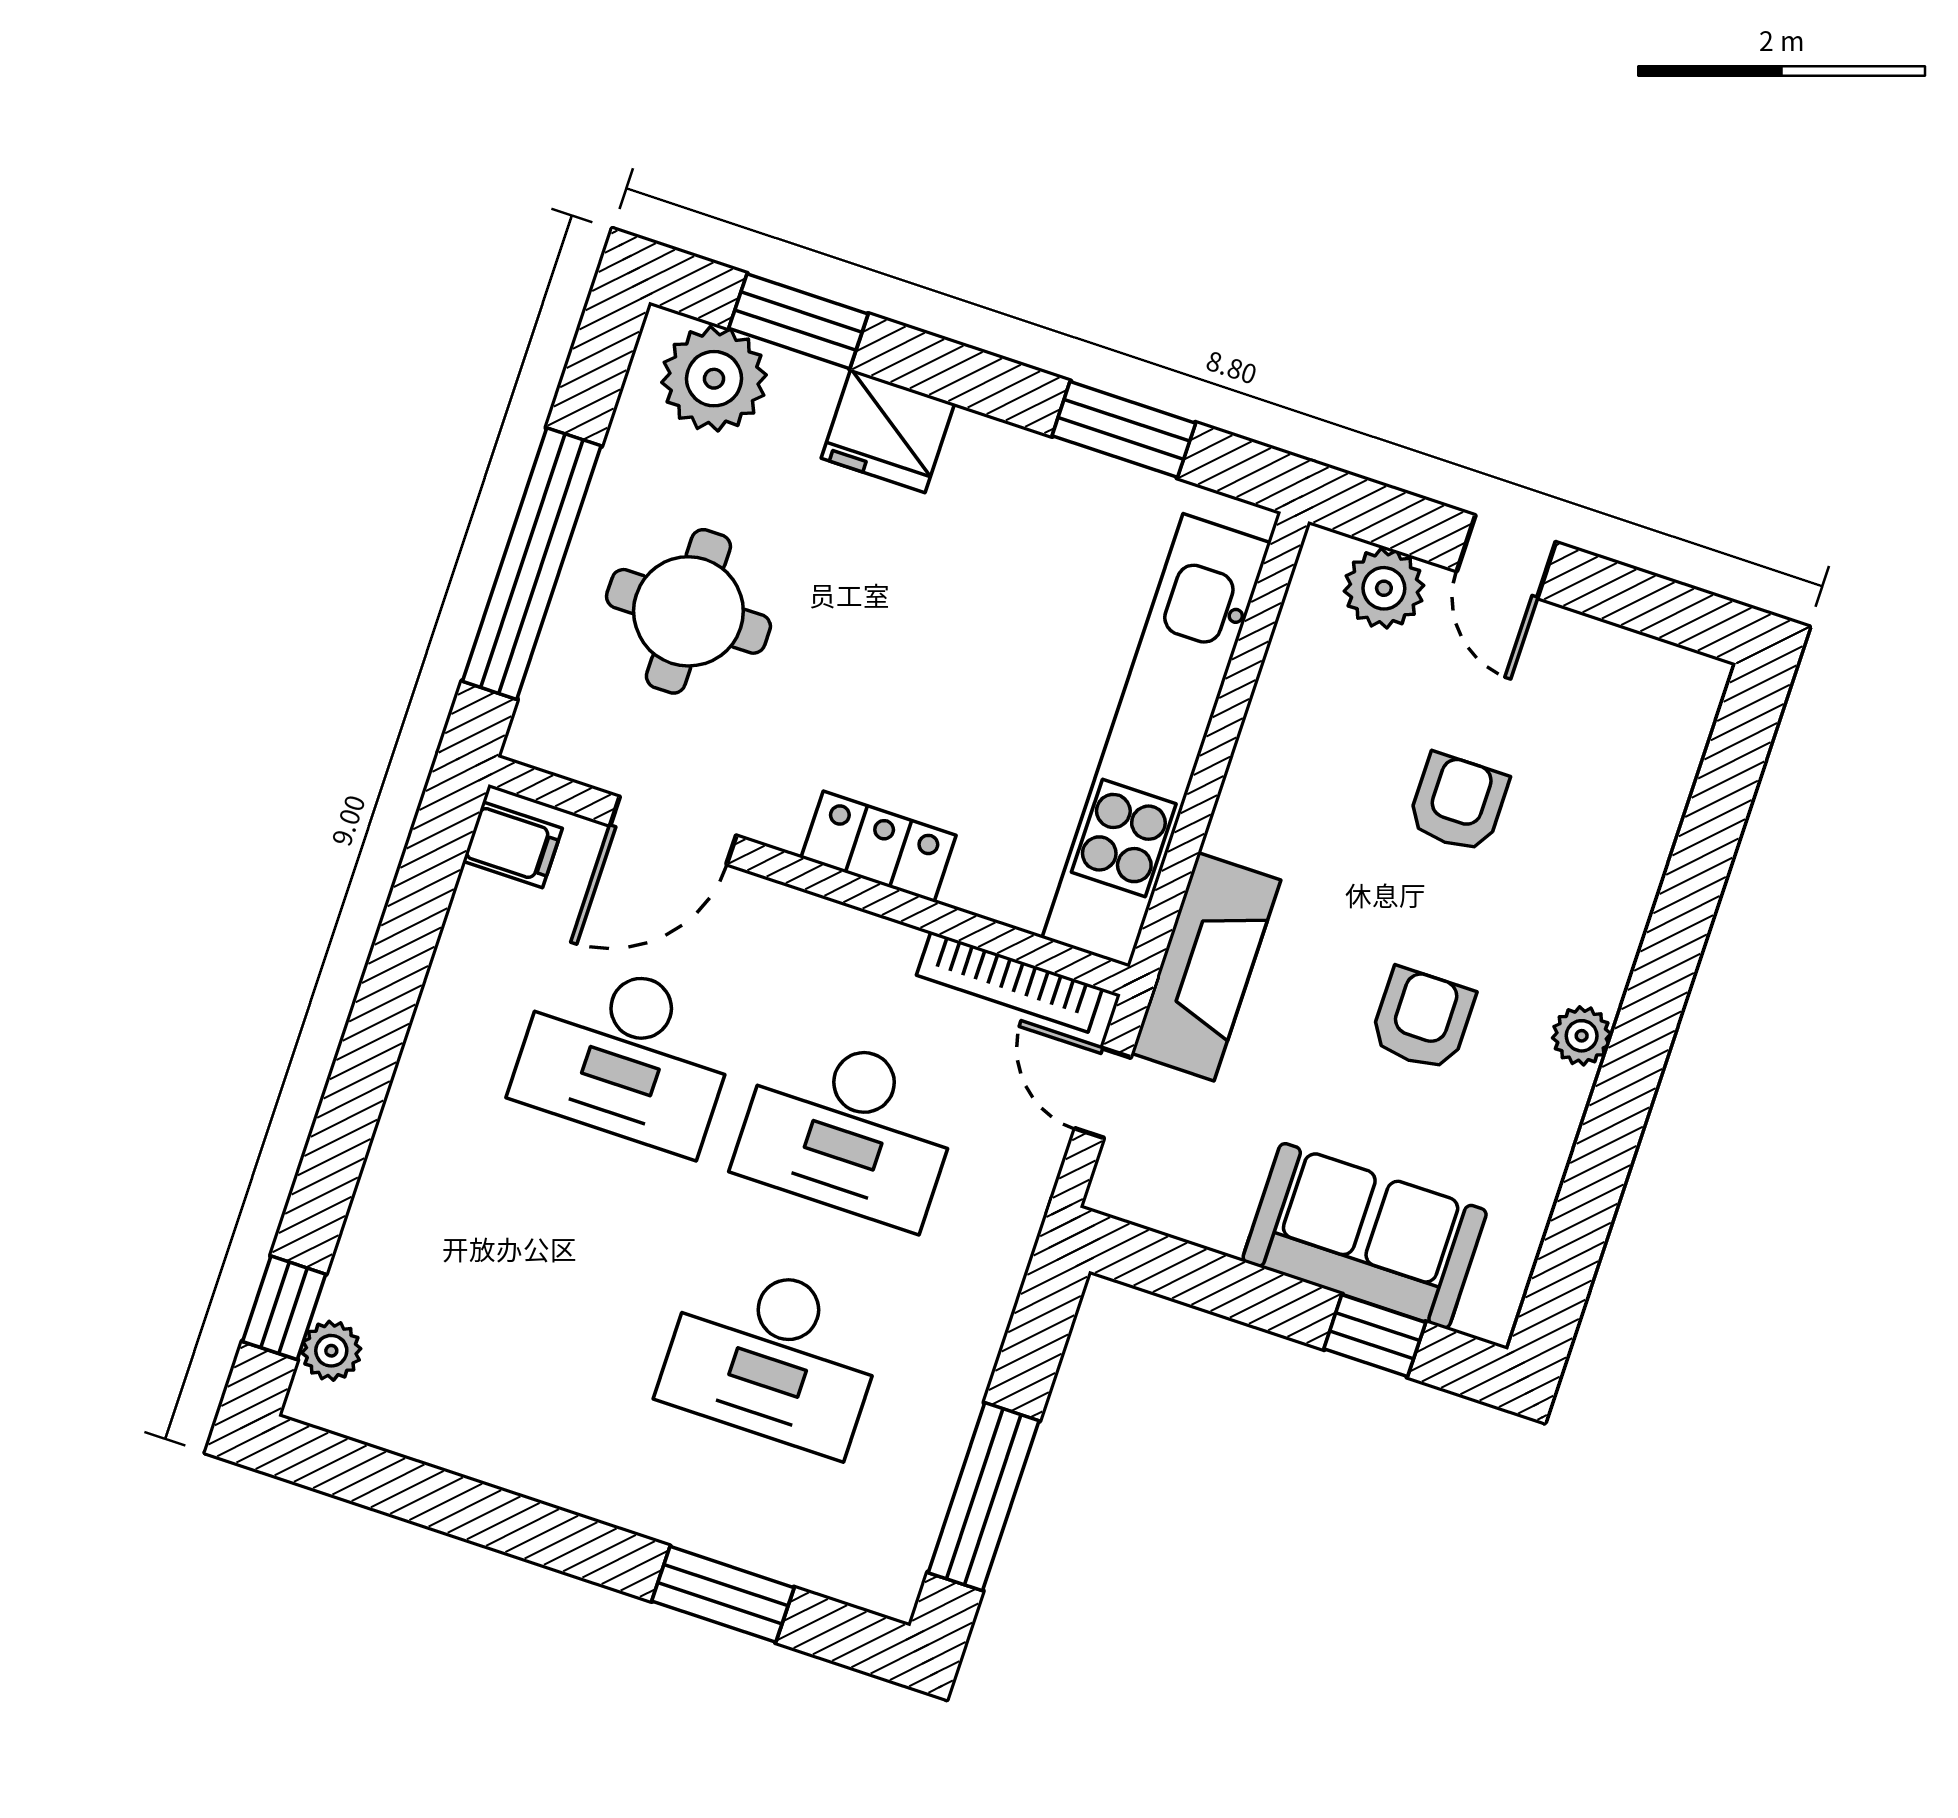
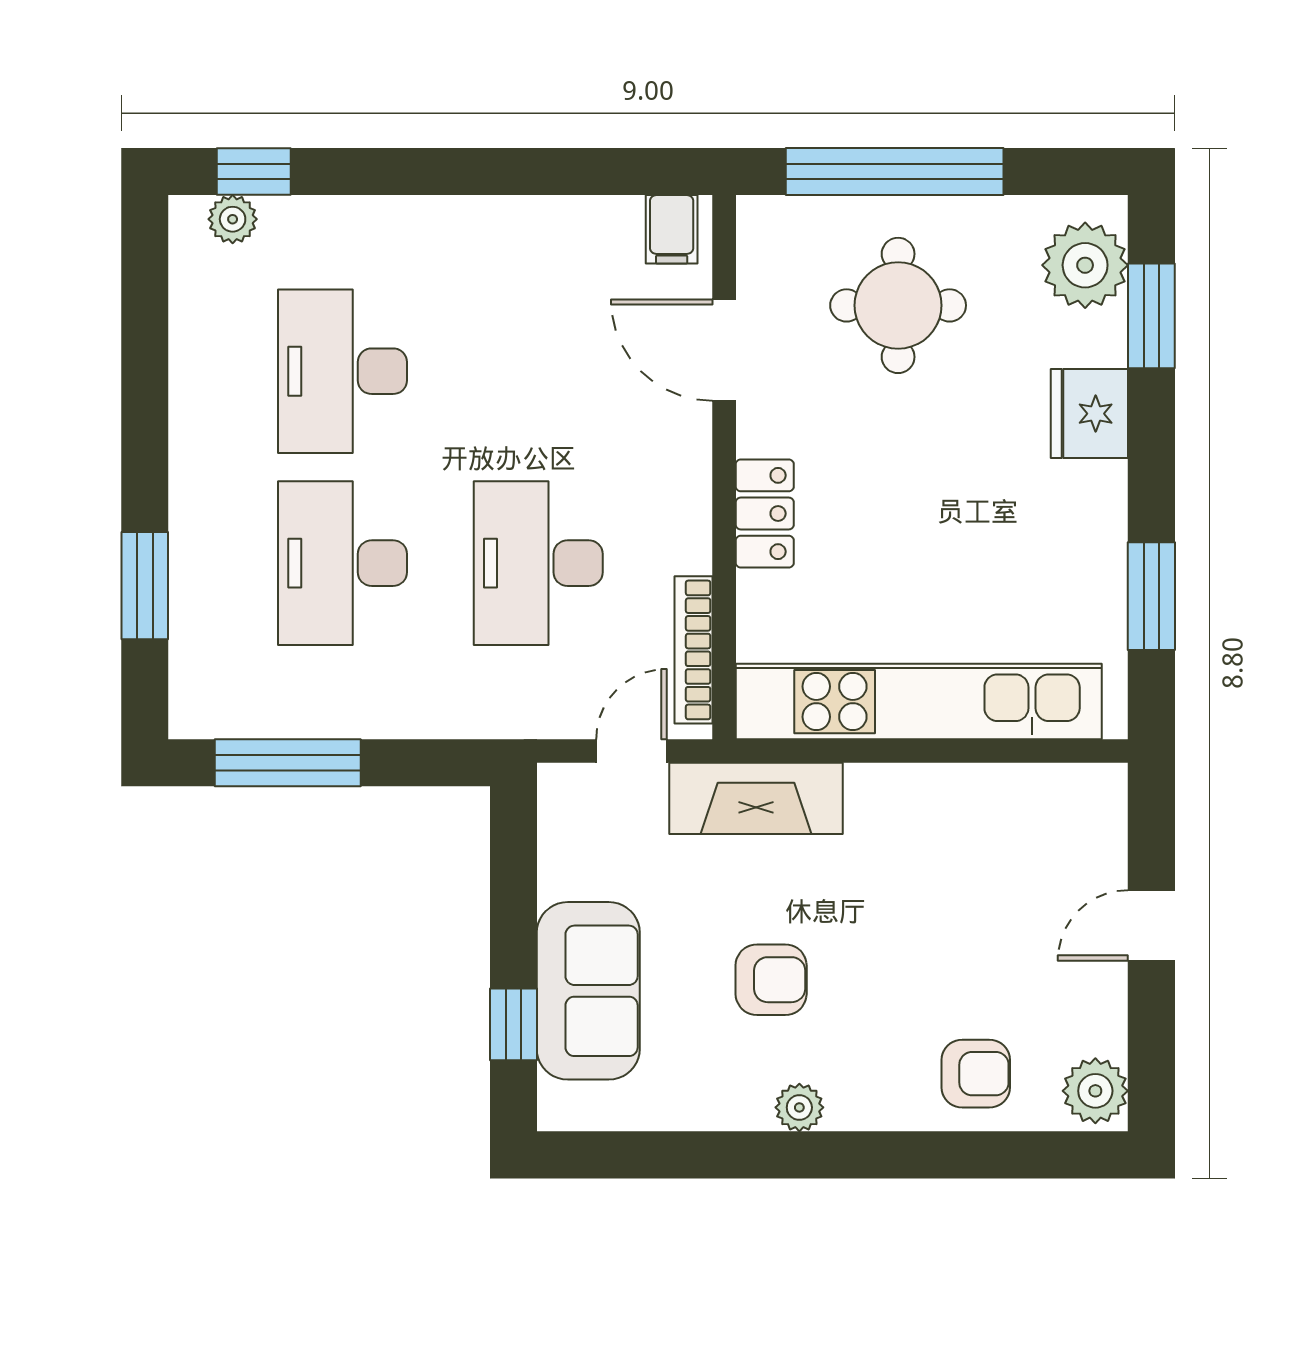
plant: (1384, 588) -> (1095, 1091), moved
armchair: (1458, 803) -> (976, 1074), moved
desk: (626, 1055) -> (342, 371), moved

